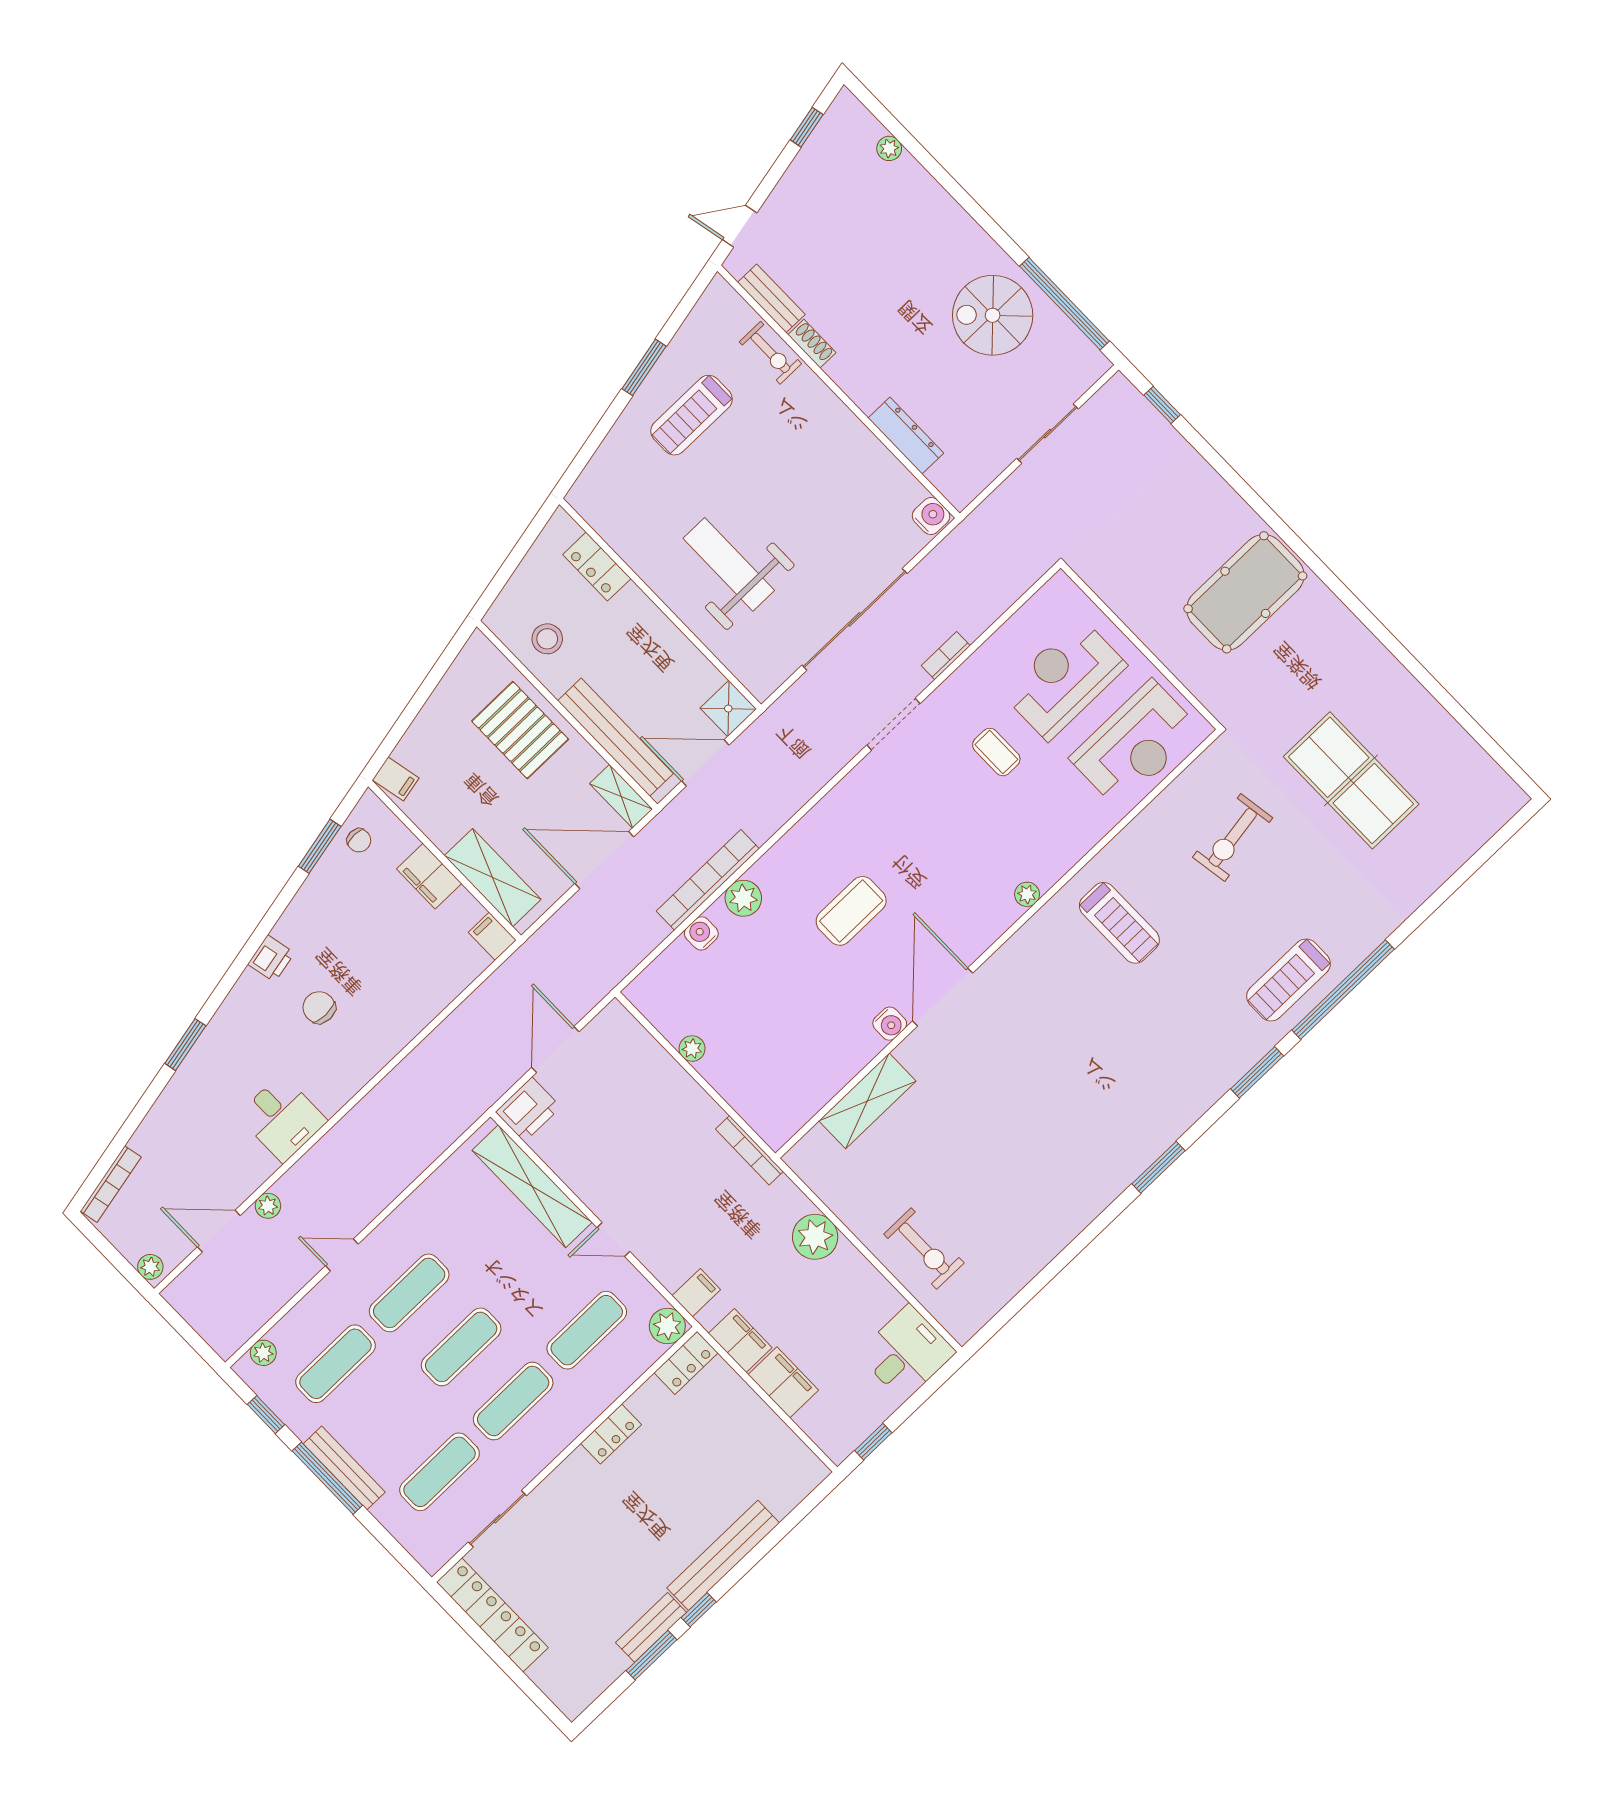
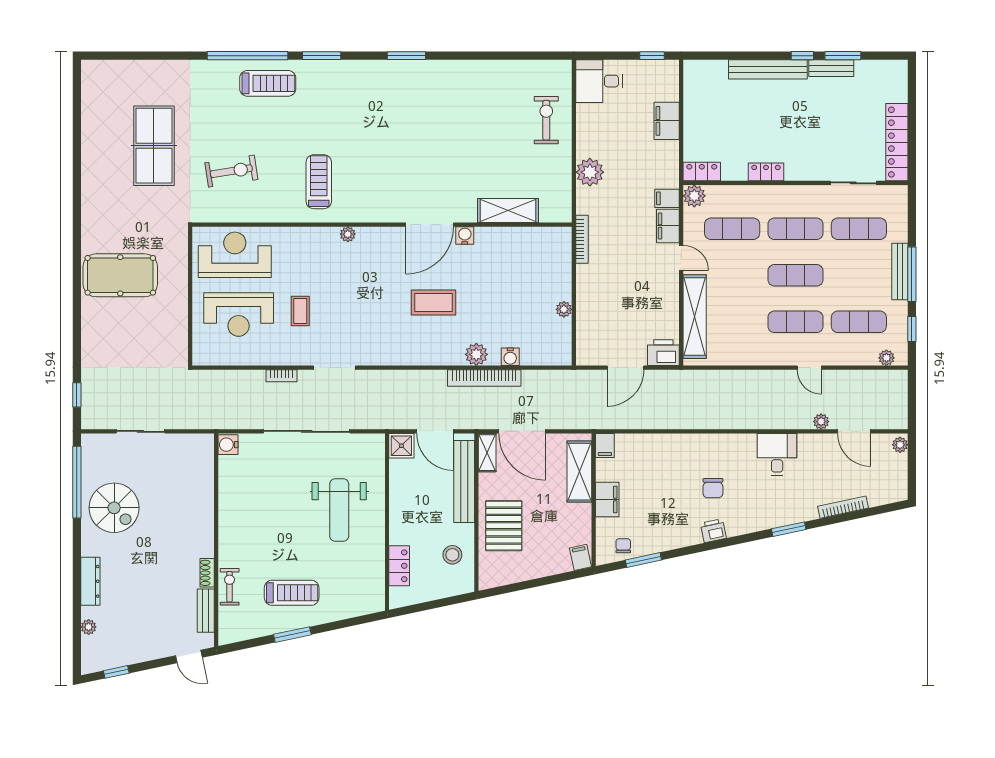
dresser: (906, 436) -> (90, 581), moved, turned 180
bookcase: (111, 1184) -> (843, 507), moved
filing cabinet: (740, 1340) -> (668, 226), moved

